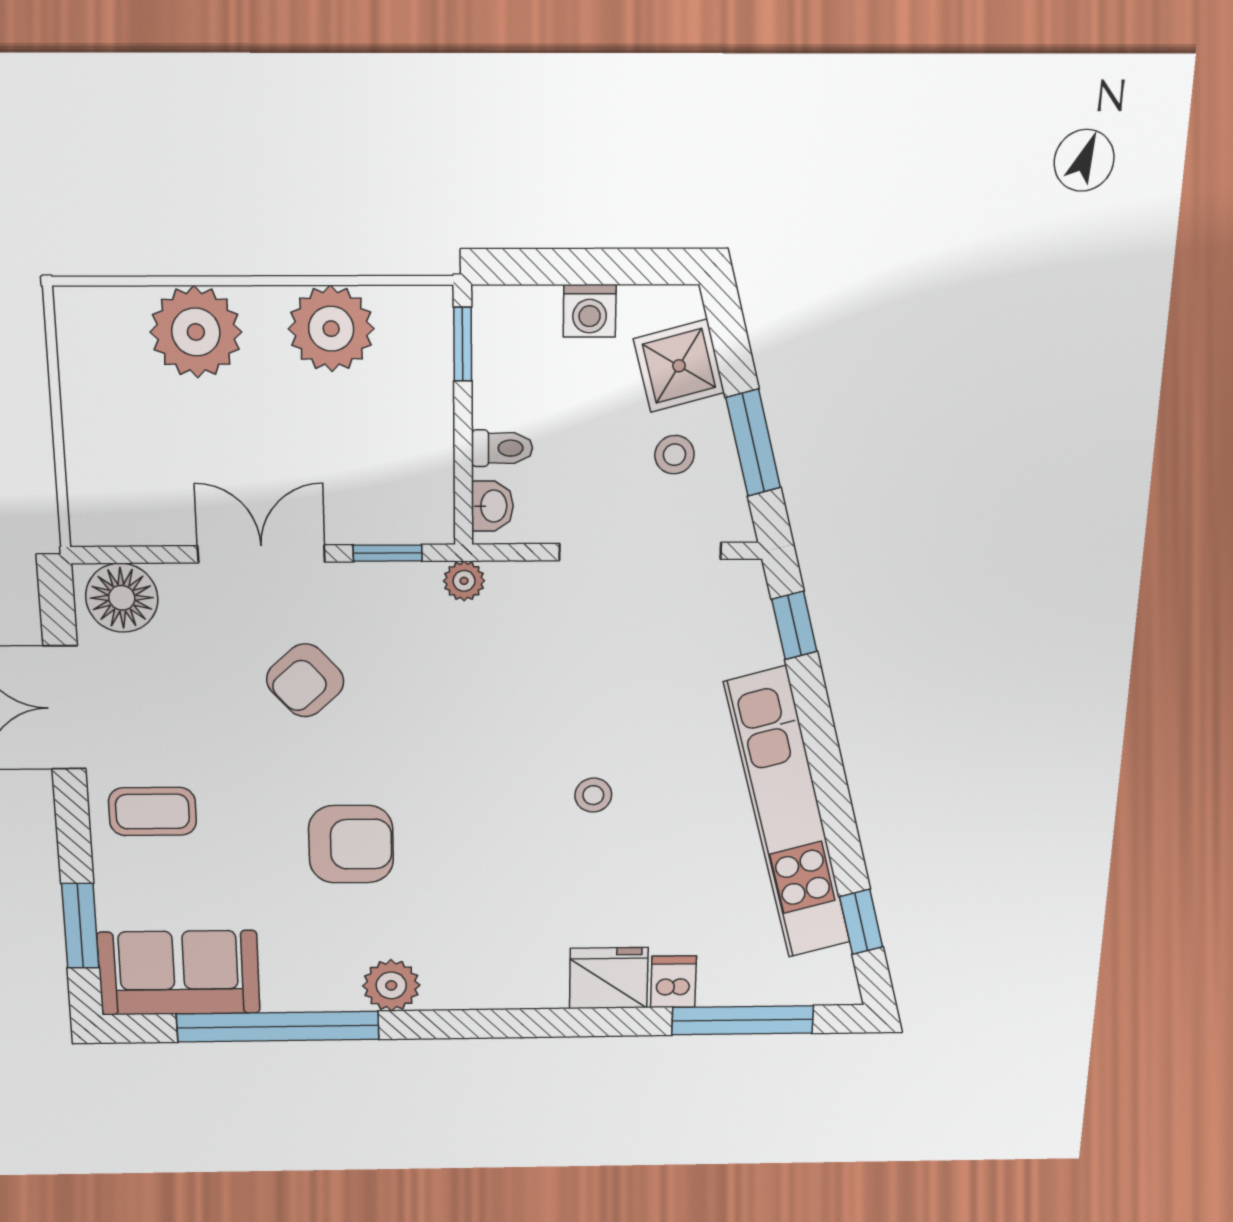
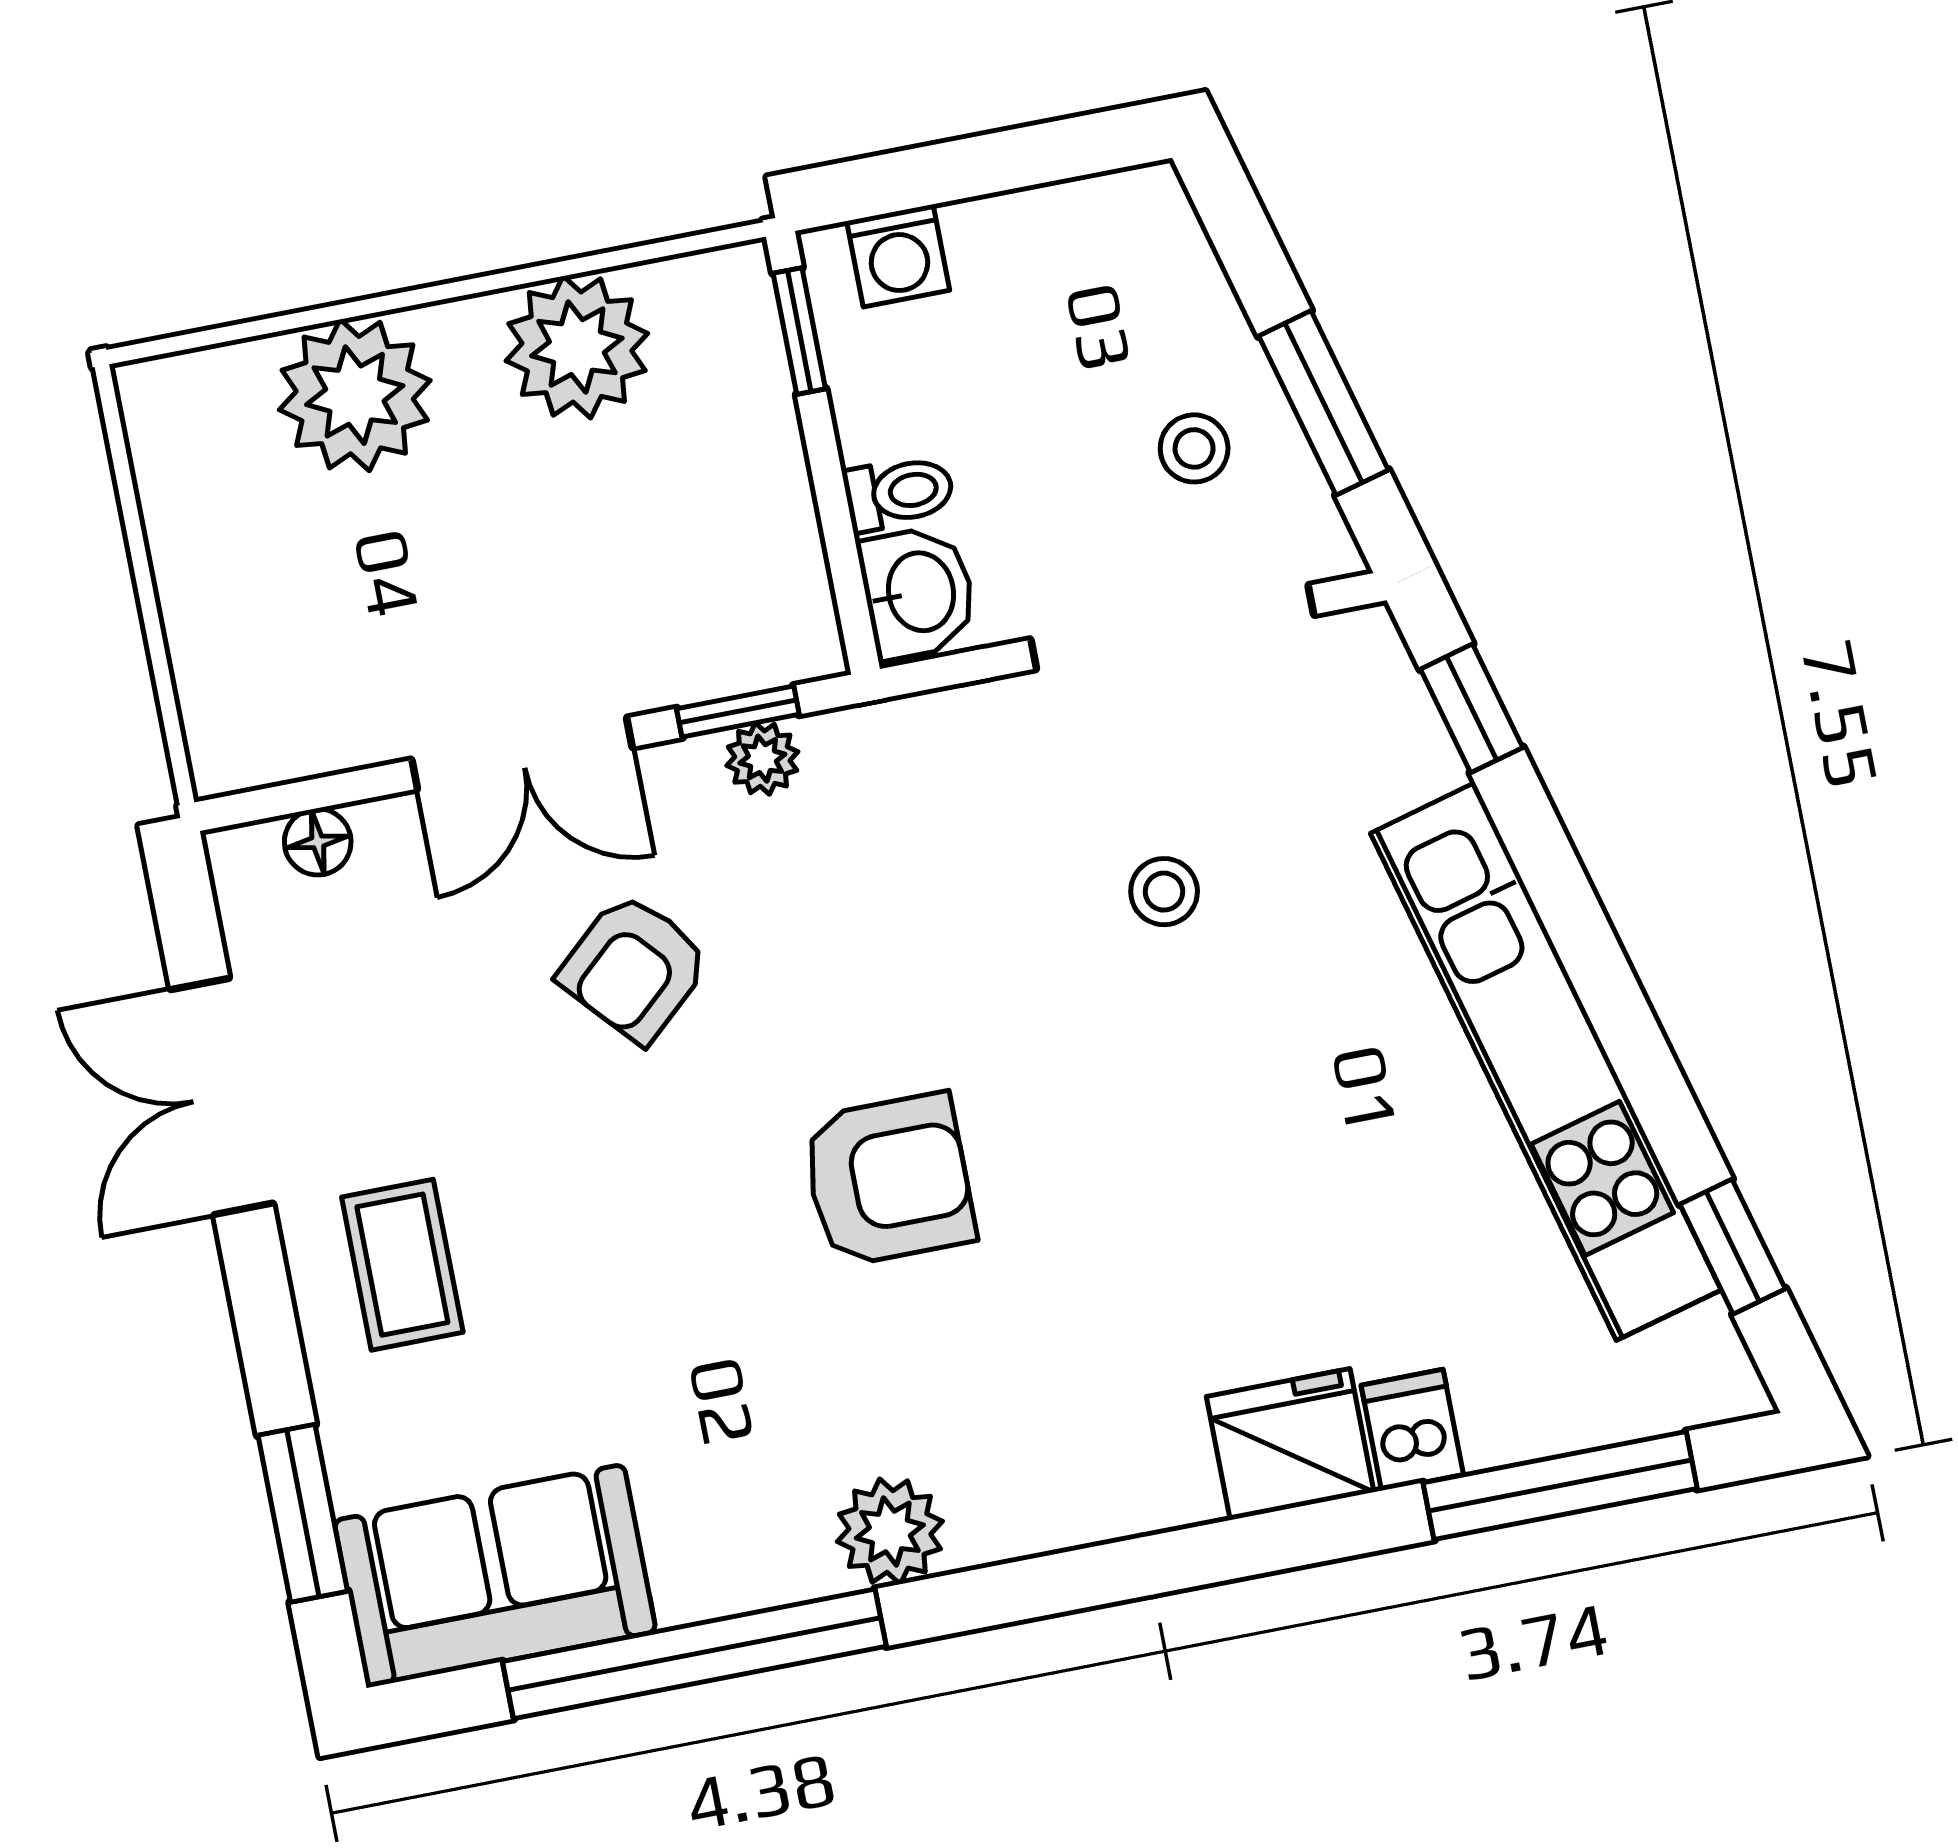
washing machine: (590, 311) -> (898, 256), moved
shower: (679, 366) -> (1168, 298), removed
washbasin: (492, 506) -> (918, 592), width x1.38, depth x1.45
double door: (261, 554) -> (522, 753), swing flipped
plant: (464, 581) -> (762, 759), moved
floor lamp: (122, 598) -> (318, 842), width x0.53, depth x0.53
stool: (593, 795) -> (1164, 892), moved
coffee table: (152, 812) -> (402, 1265), turned 90
armchair: (351, 844) -> (888, 1180), moved

